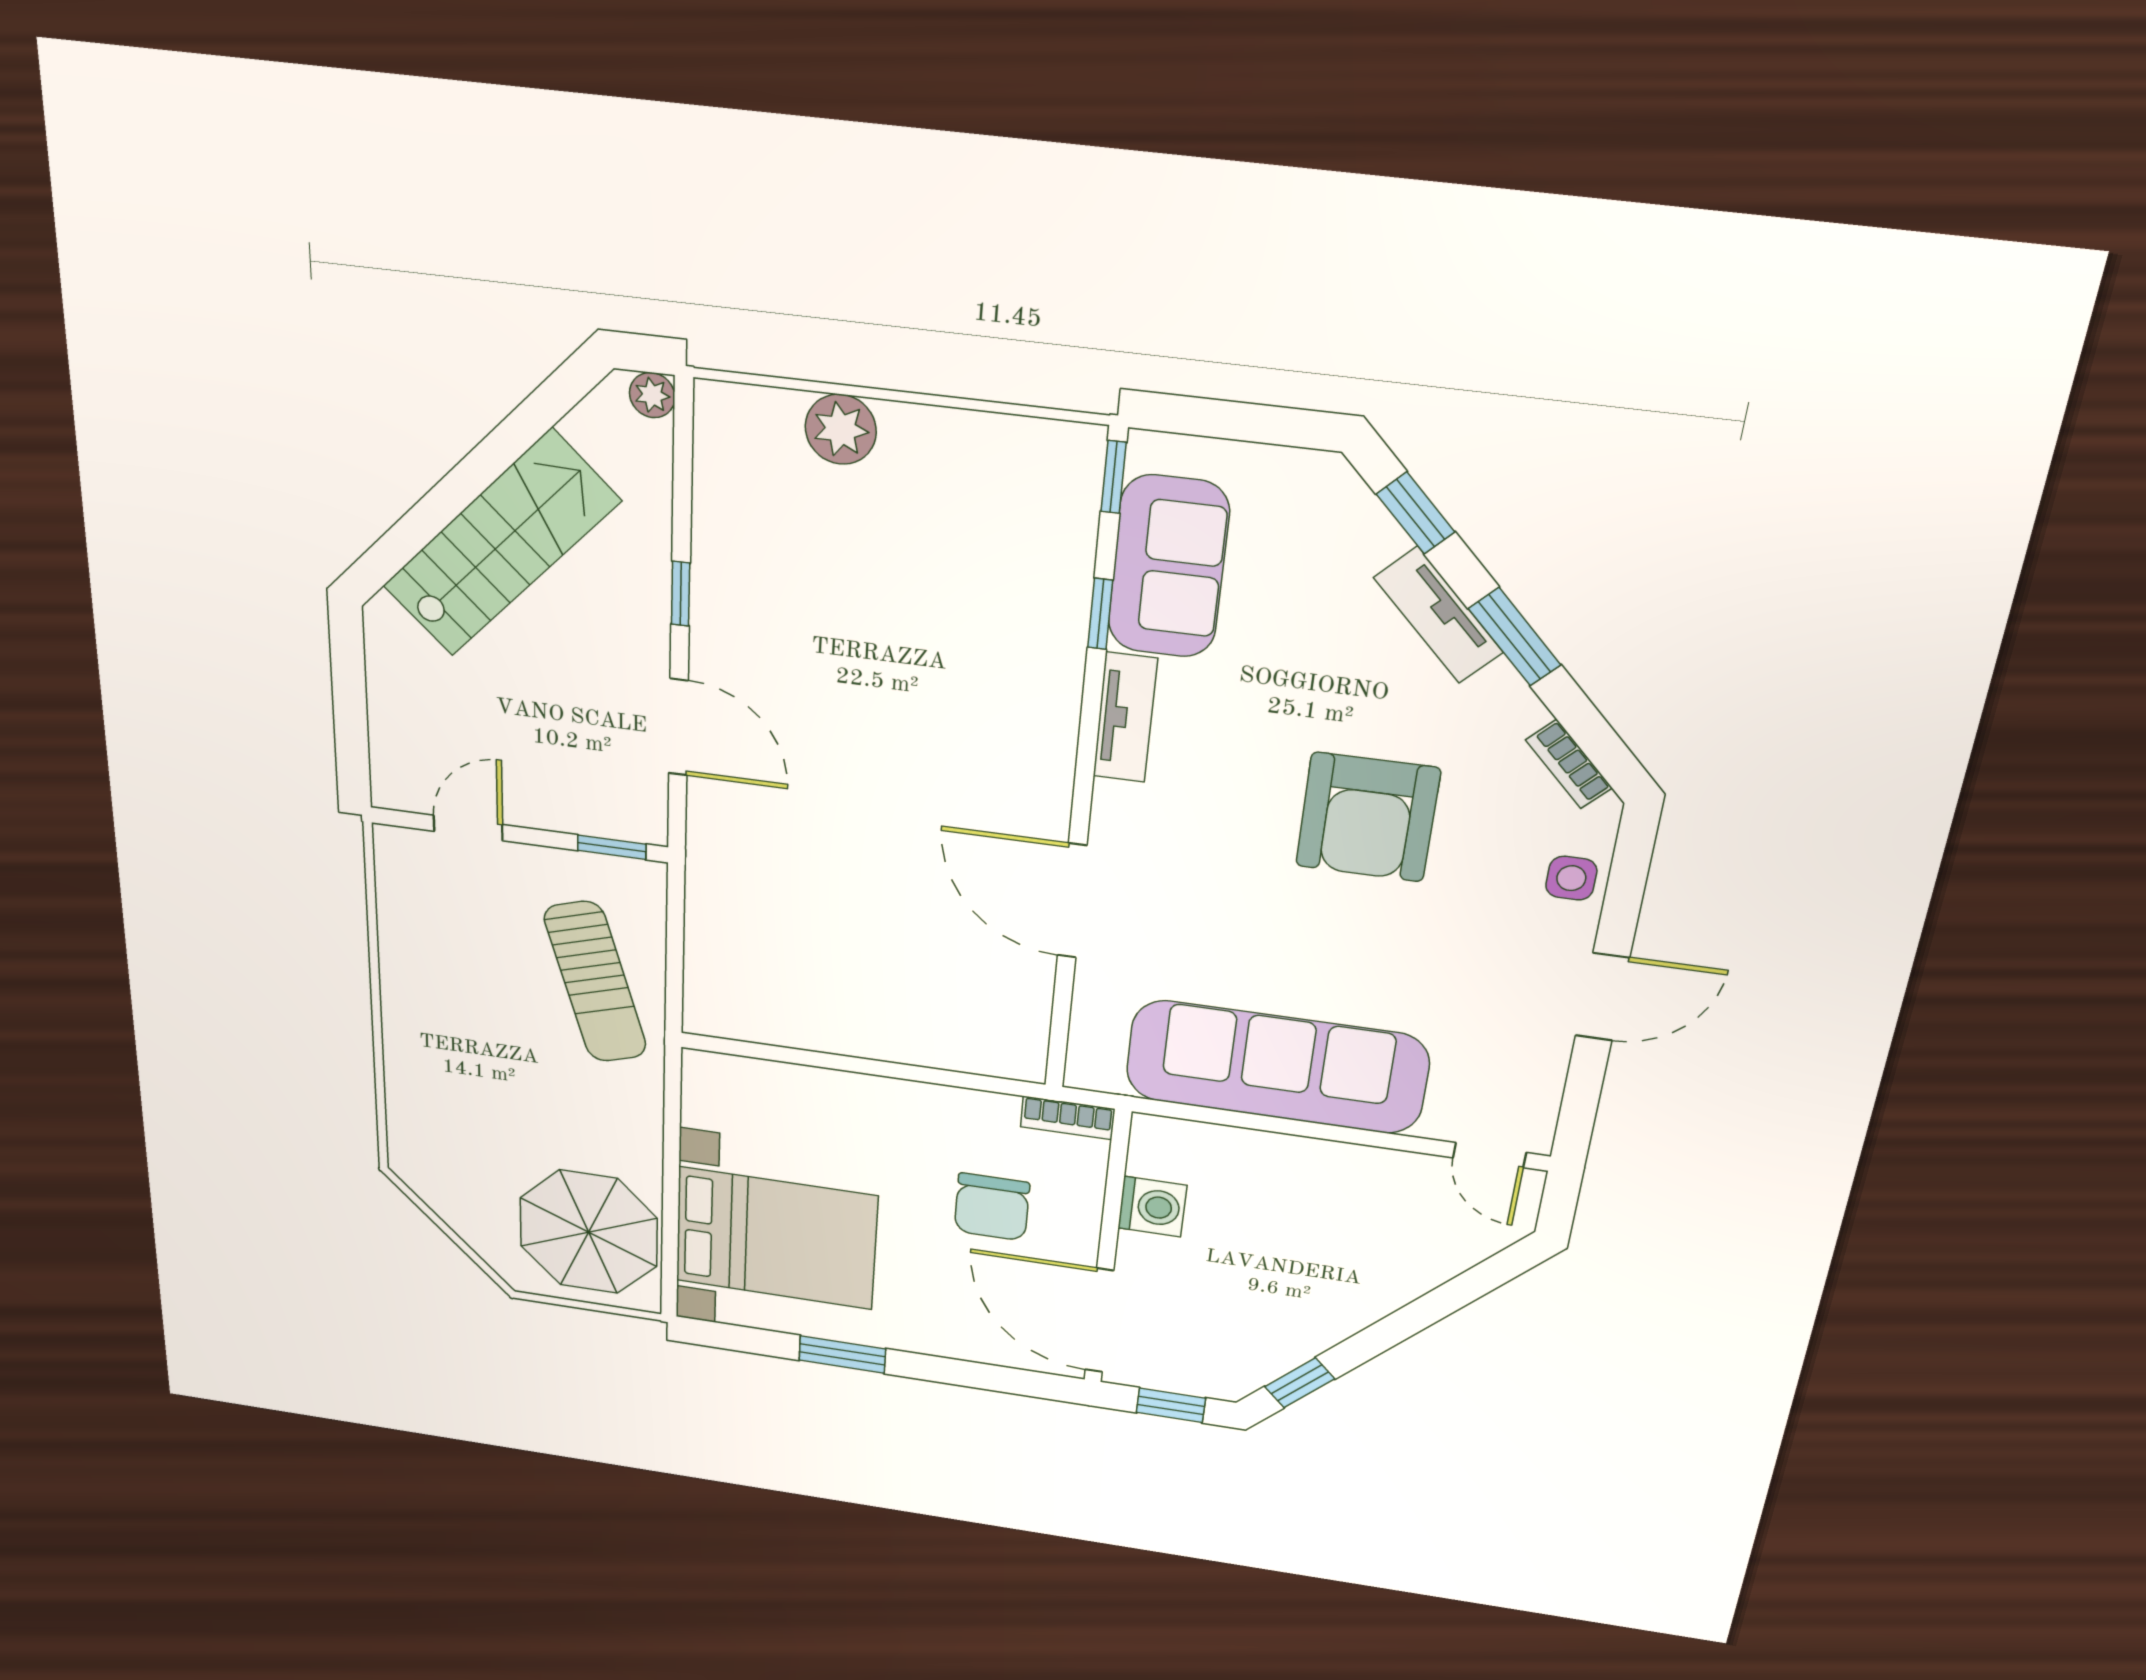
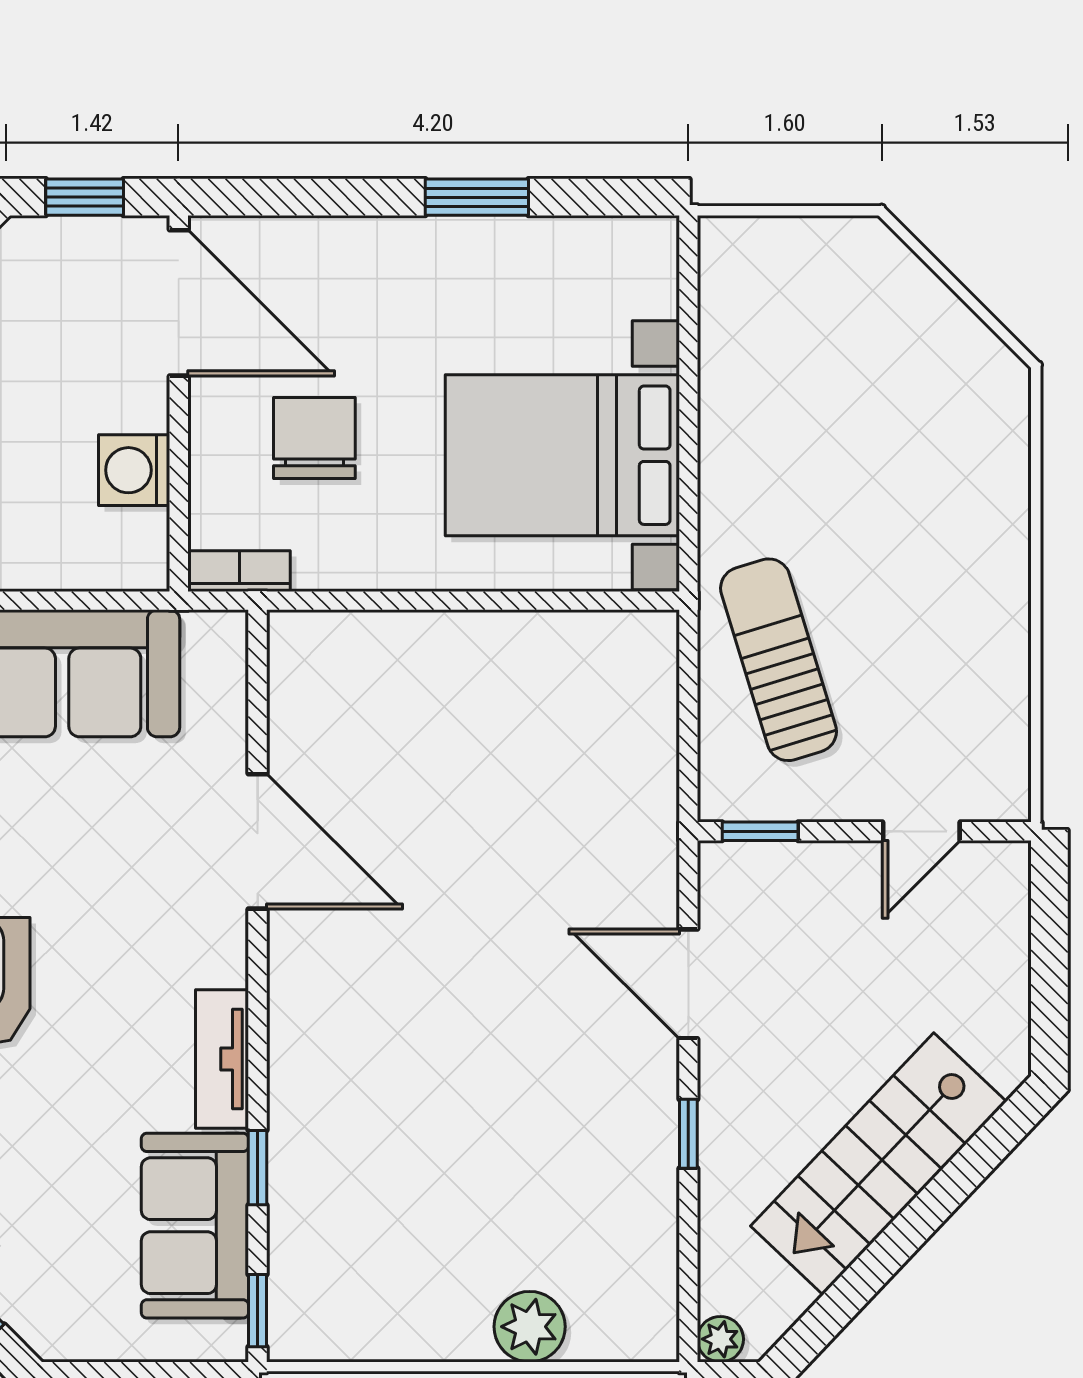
parasol: (589, 1232) -> (787, 319), removed
bed with nightstands: (776, 1238) -> (562, 455), moved

